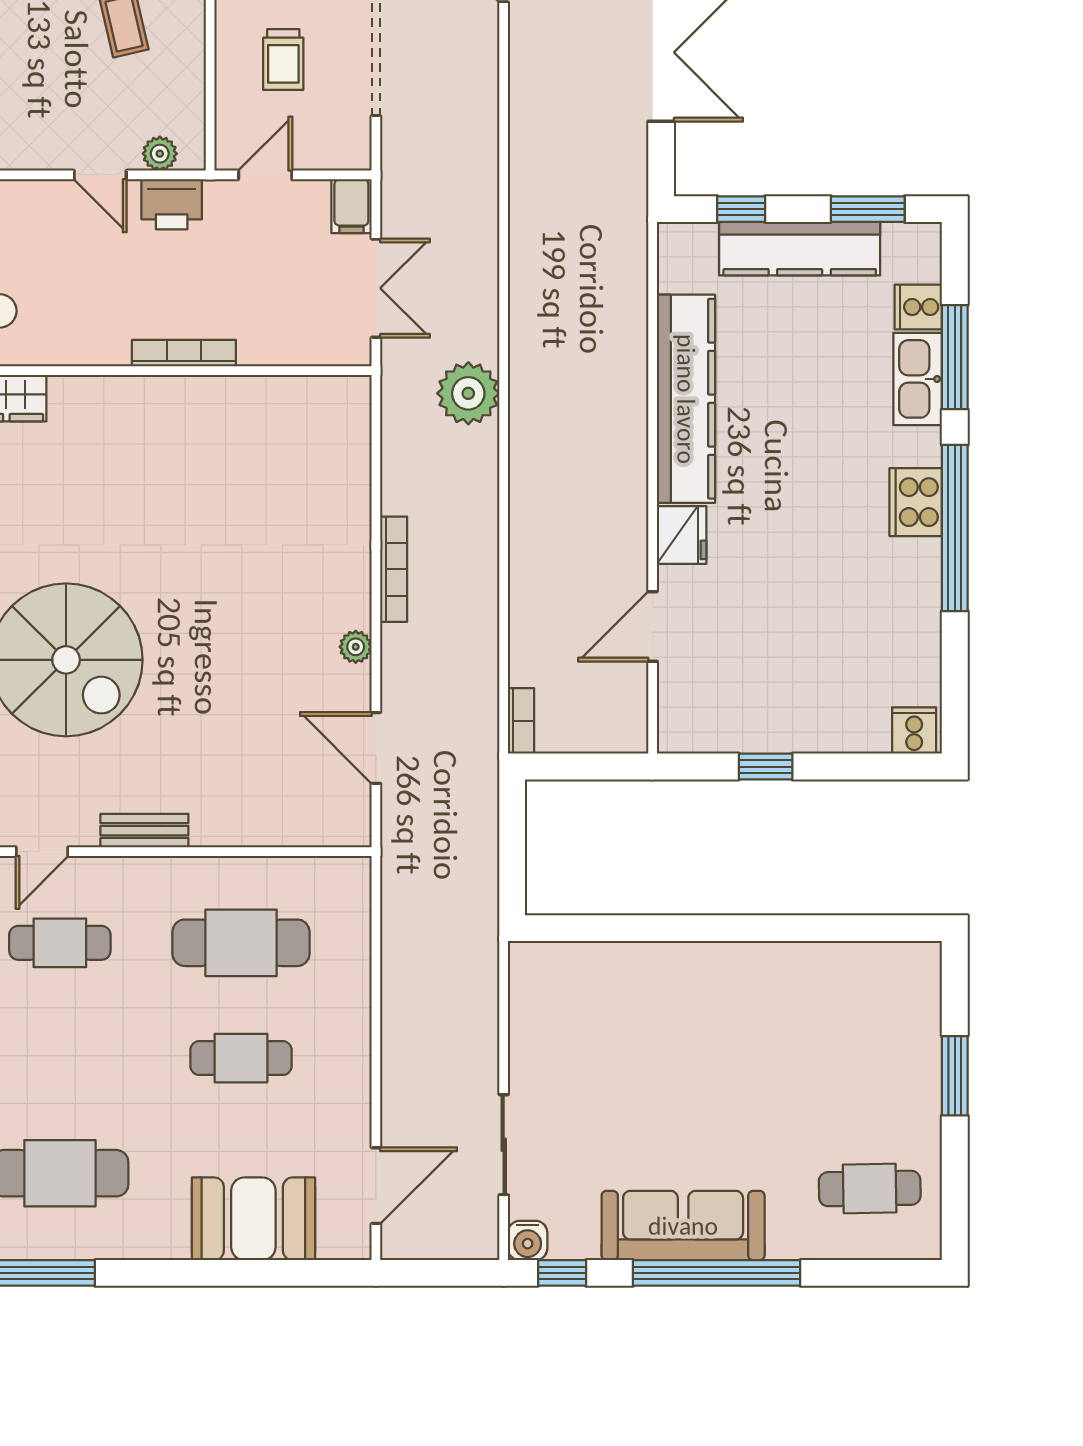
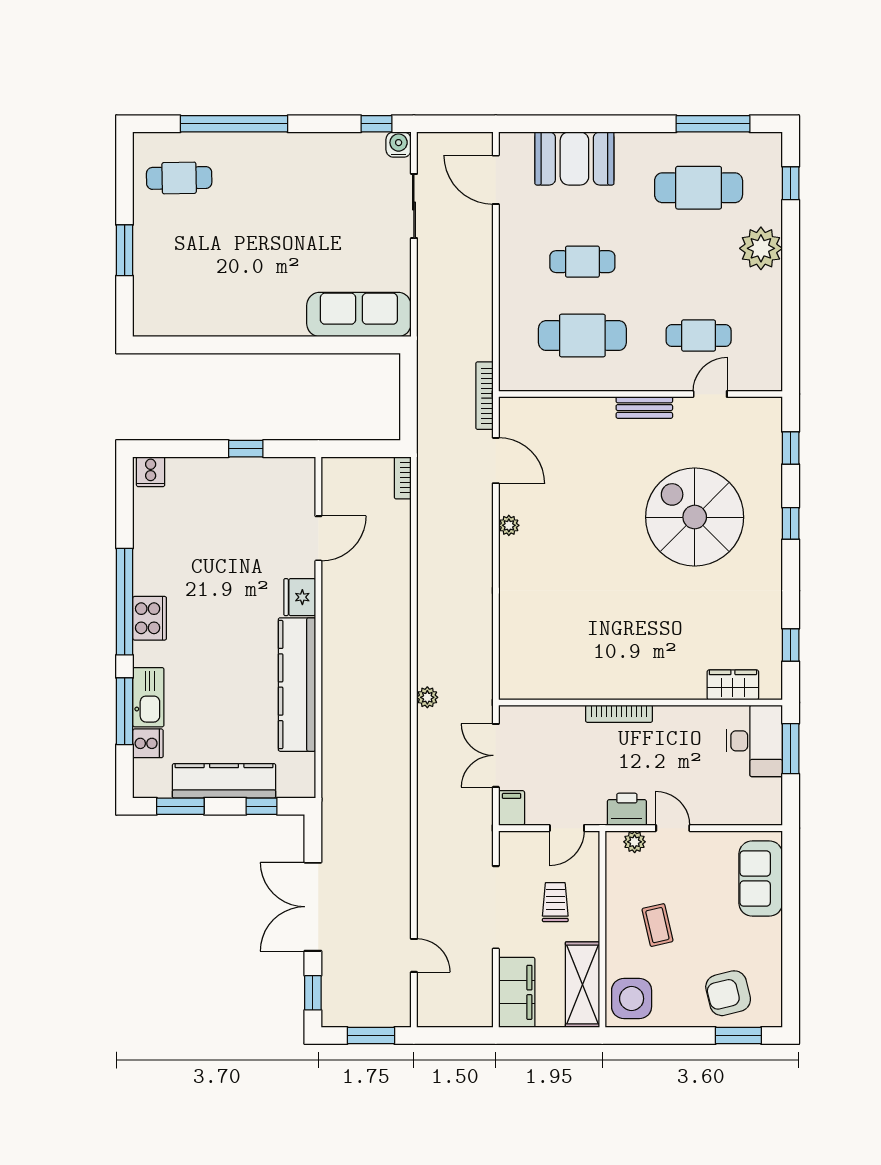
plant: (468, 393) -> (427, 697), width x0.53, depth x0.53
bookcase: (394, 569) -> (484, 396), moved
door: (376, 1186) -> (496, 180), hinge flipped
sofa: (683, 1226) -> (359, 314), moved, turned 180
window: (717, 1273) -> (234, 124), moved

